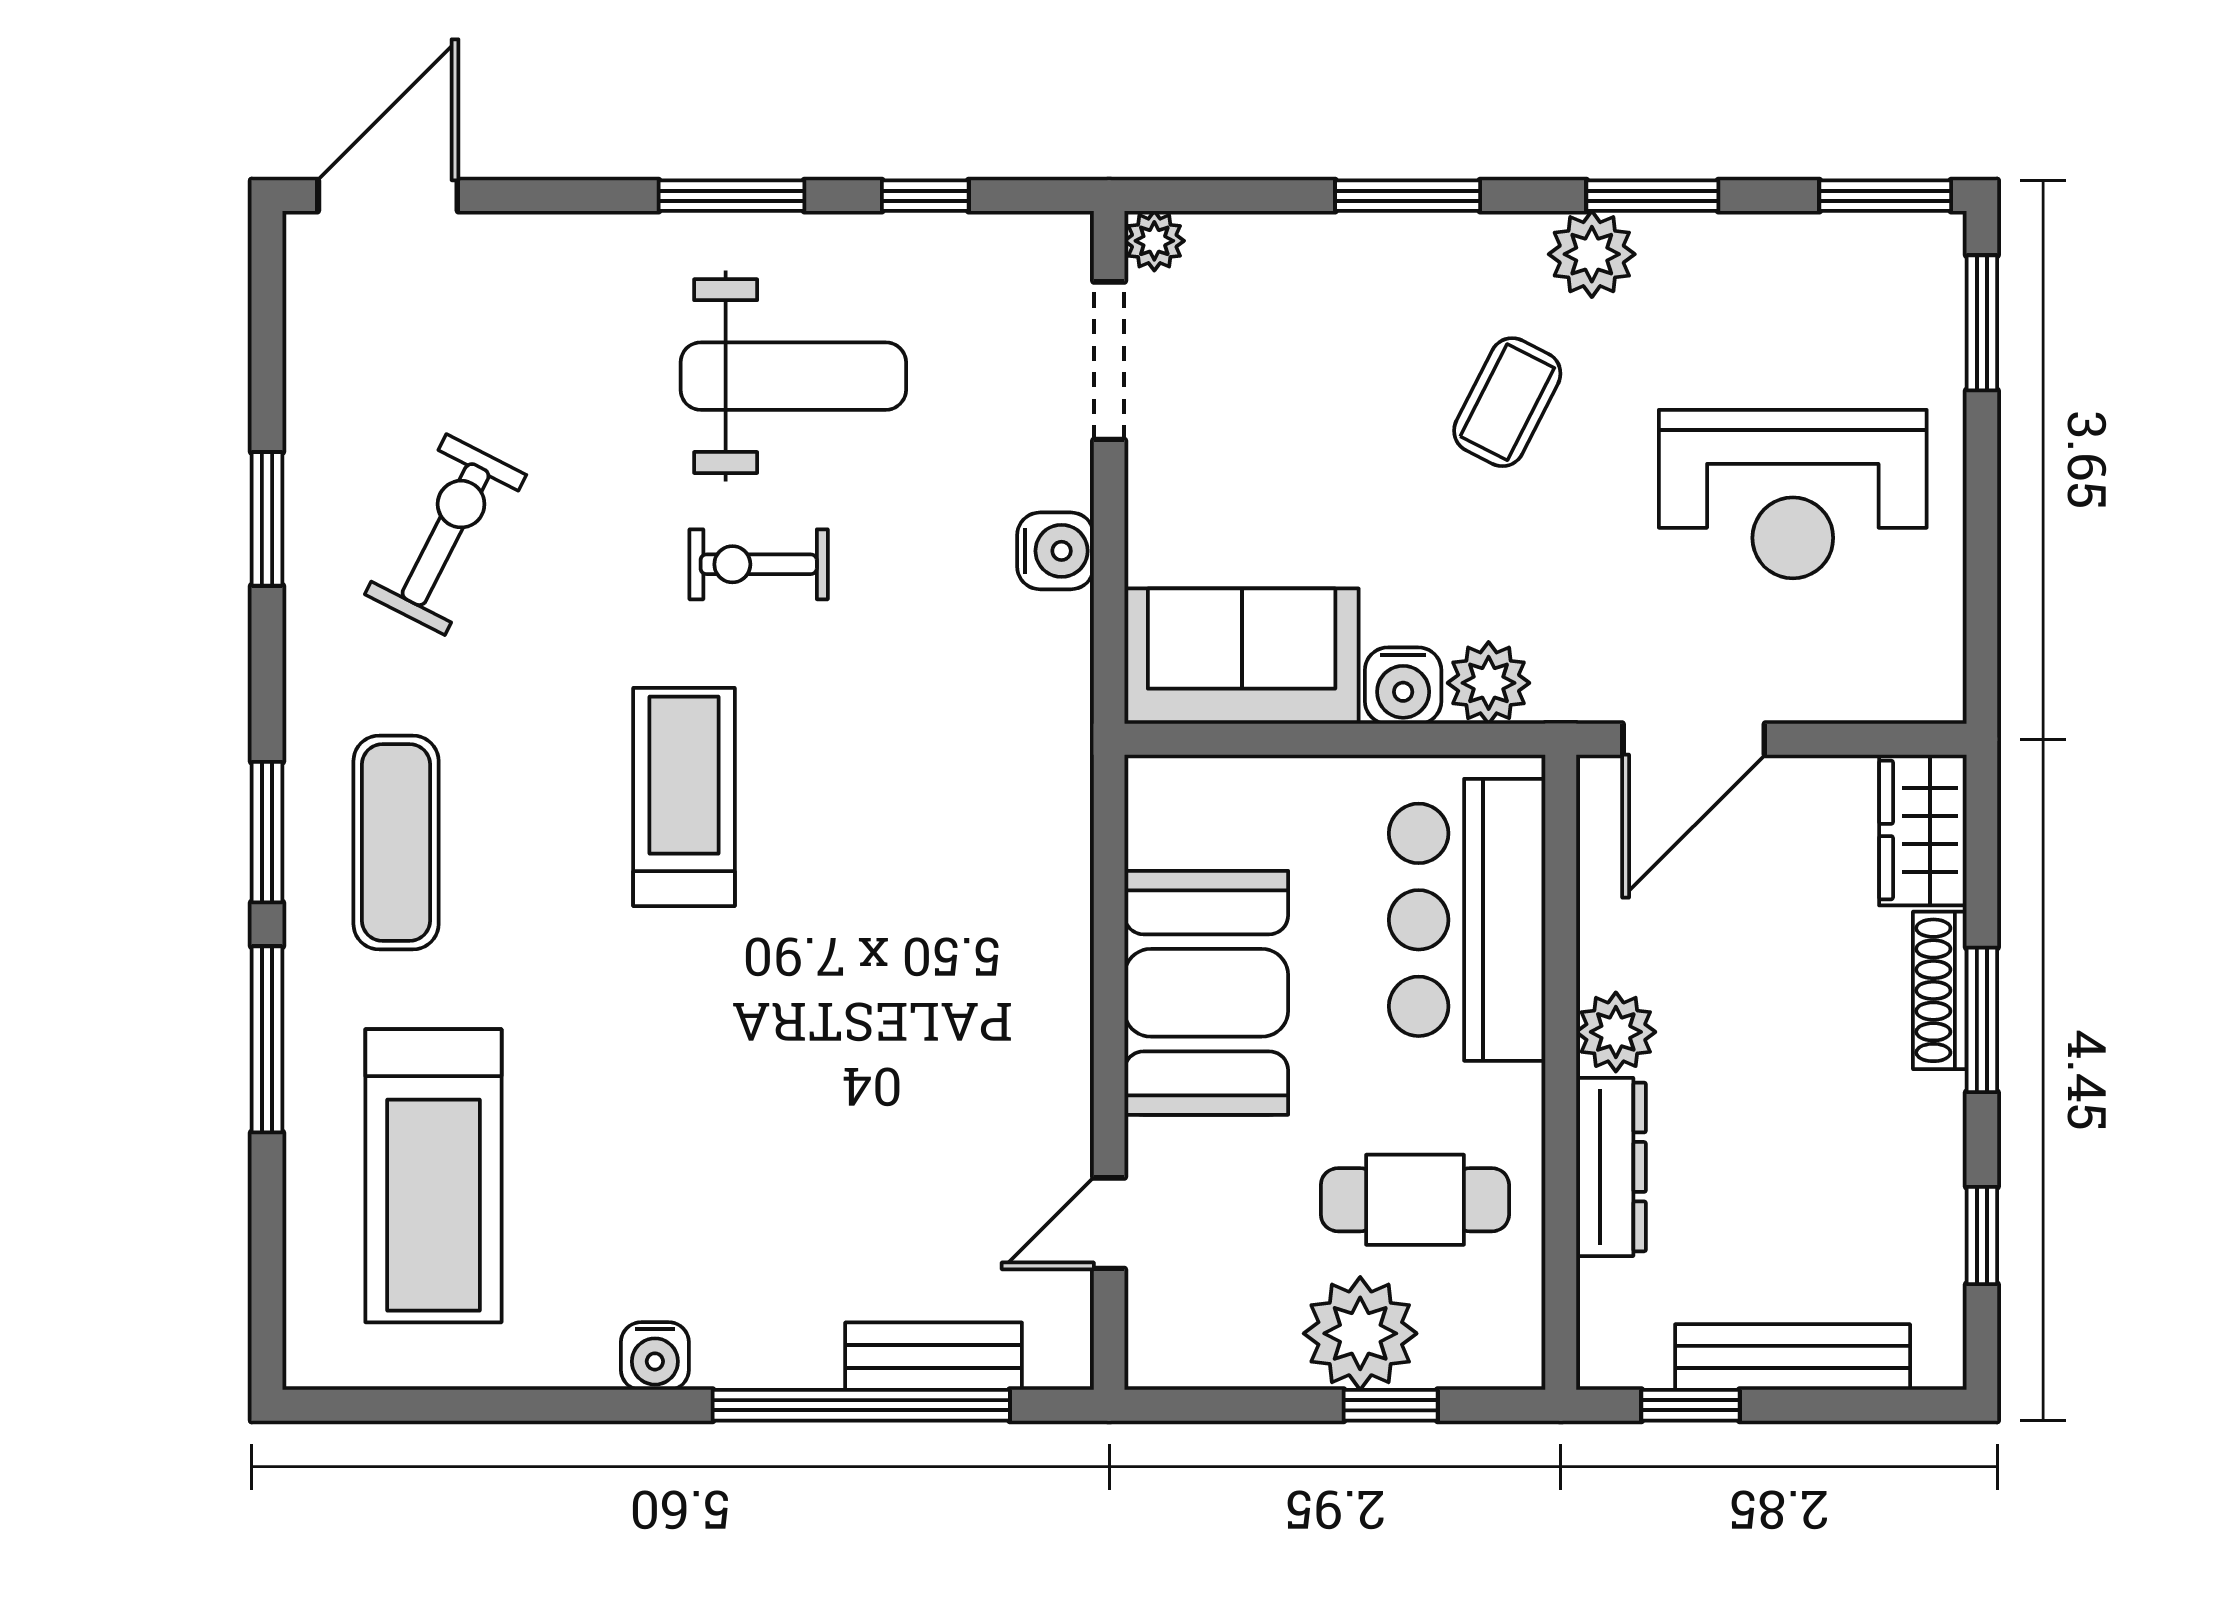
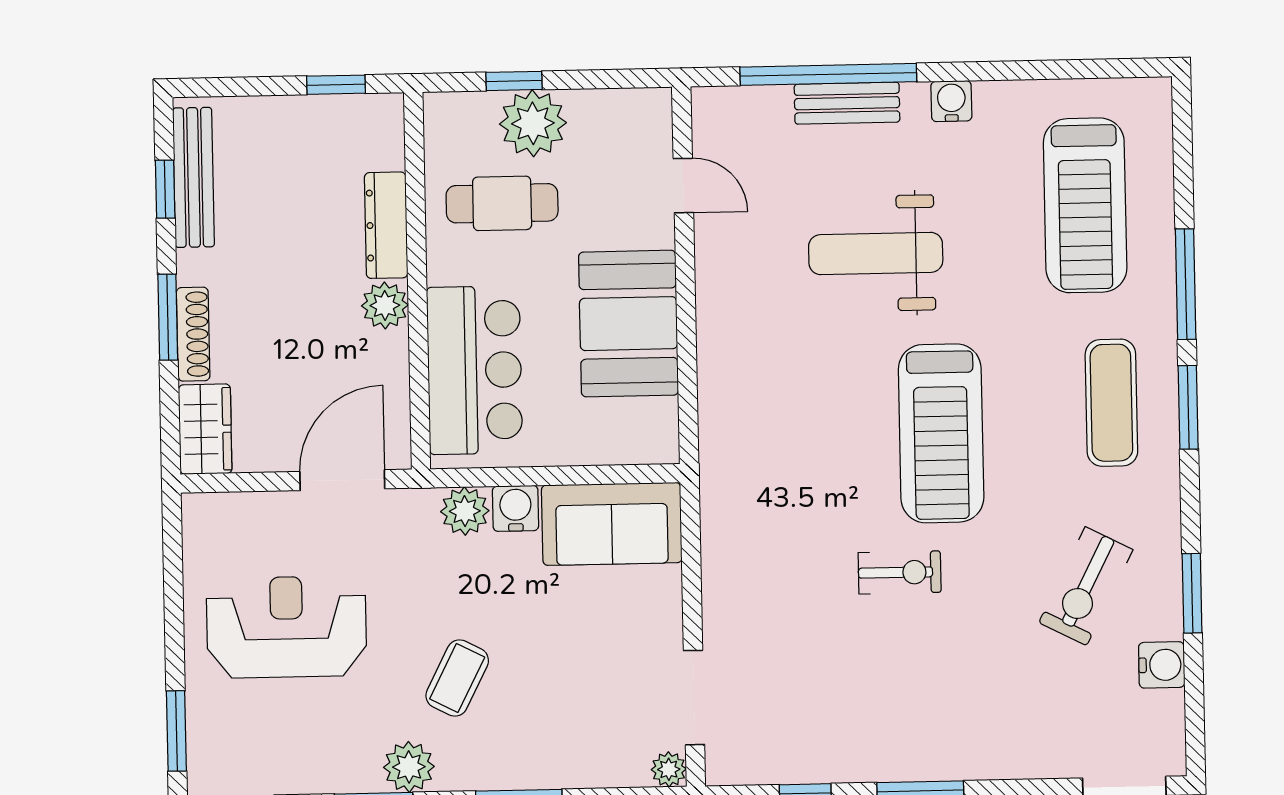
weight bench: (793, 376) -> (876, 253), moved
water cooler: (1055, 551) -> (1162, 665), moved, turned 180
treadmill: (684, 797) -> (941, 433), width x1.37, depth x1.38
treadmill: (433, 1176) -> (1085, 205), turned 180
door: (1109, 1223) -> (683, 186), hinge flipped
bench: (934, 1356) -> (847, 103), moved
bench: (1793, 1357) -> (193, 177), moved, turned 90

